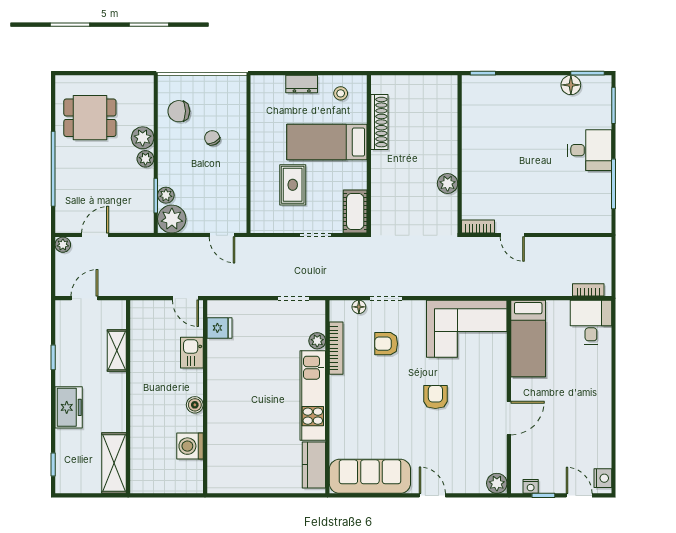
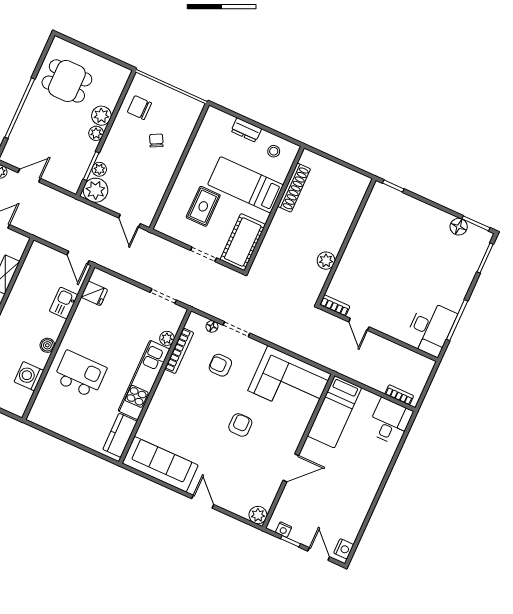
desk: (589, 150) -> (431, 328), moved, width x1.37
cot: (355, 211) -> (243, 242), width x1.37, depth x1.34
kitchen island: (243, 420) -> (80, 374), added

